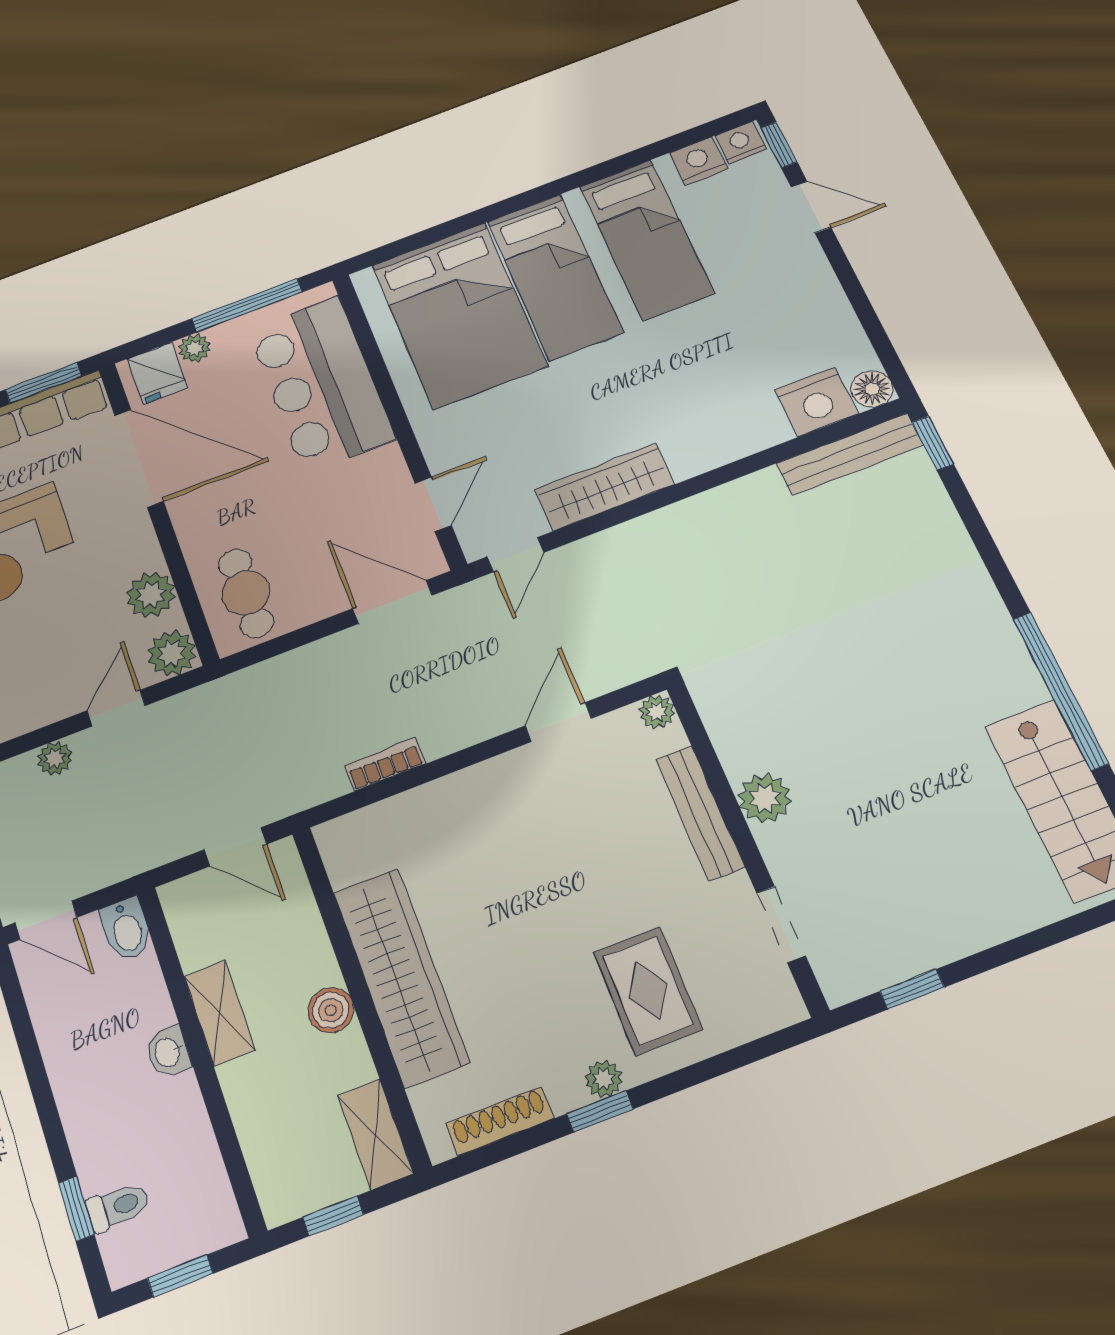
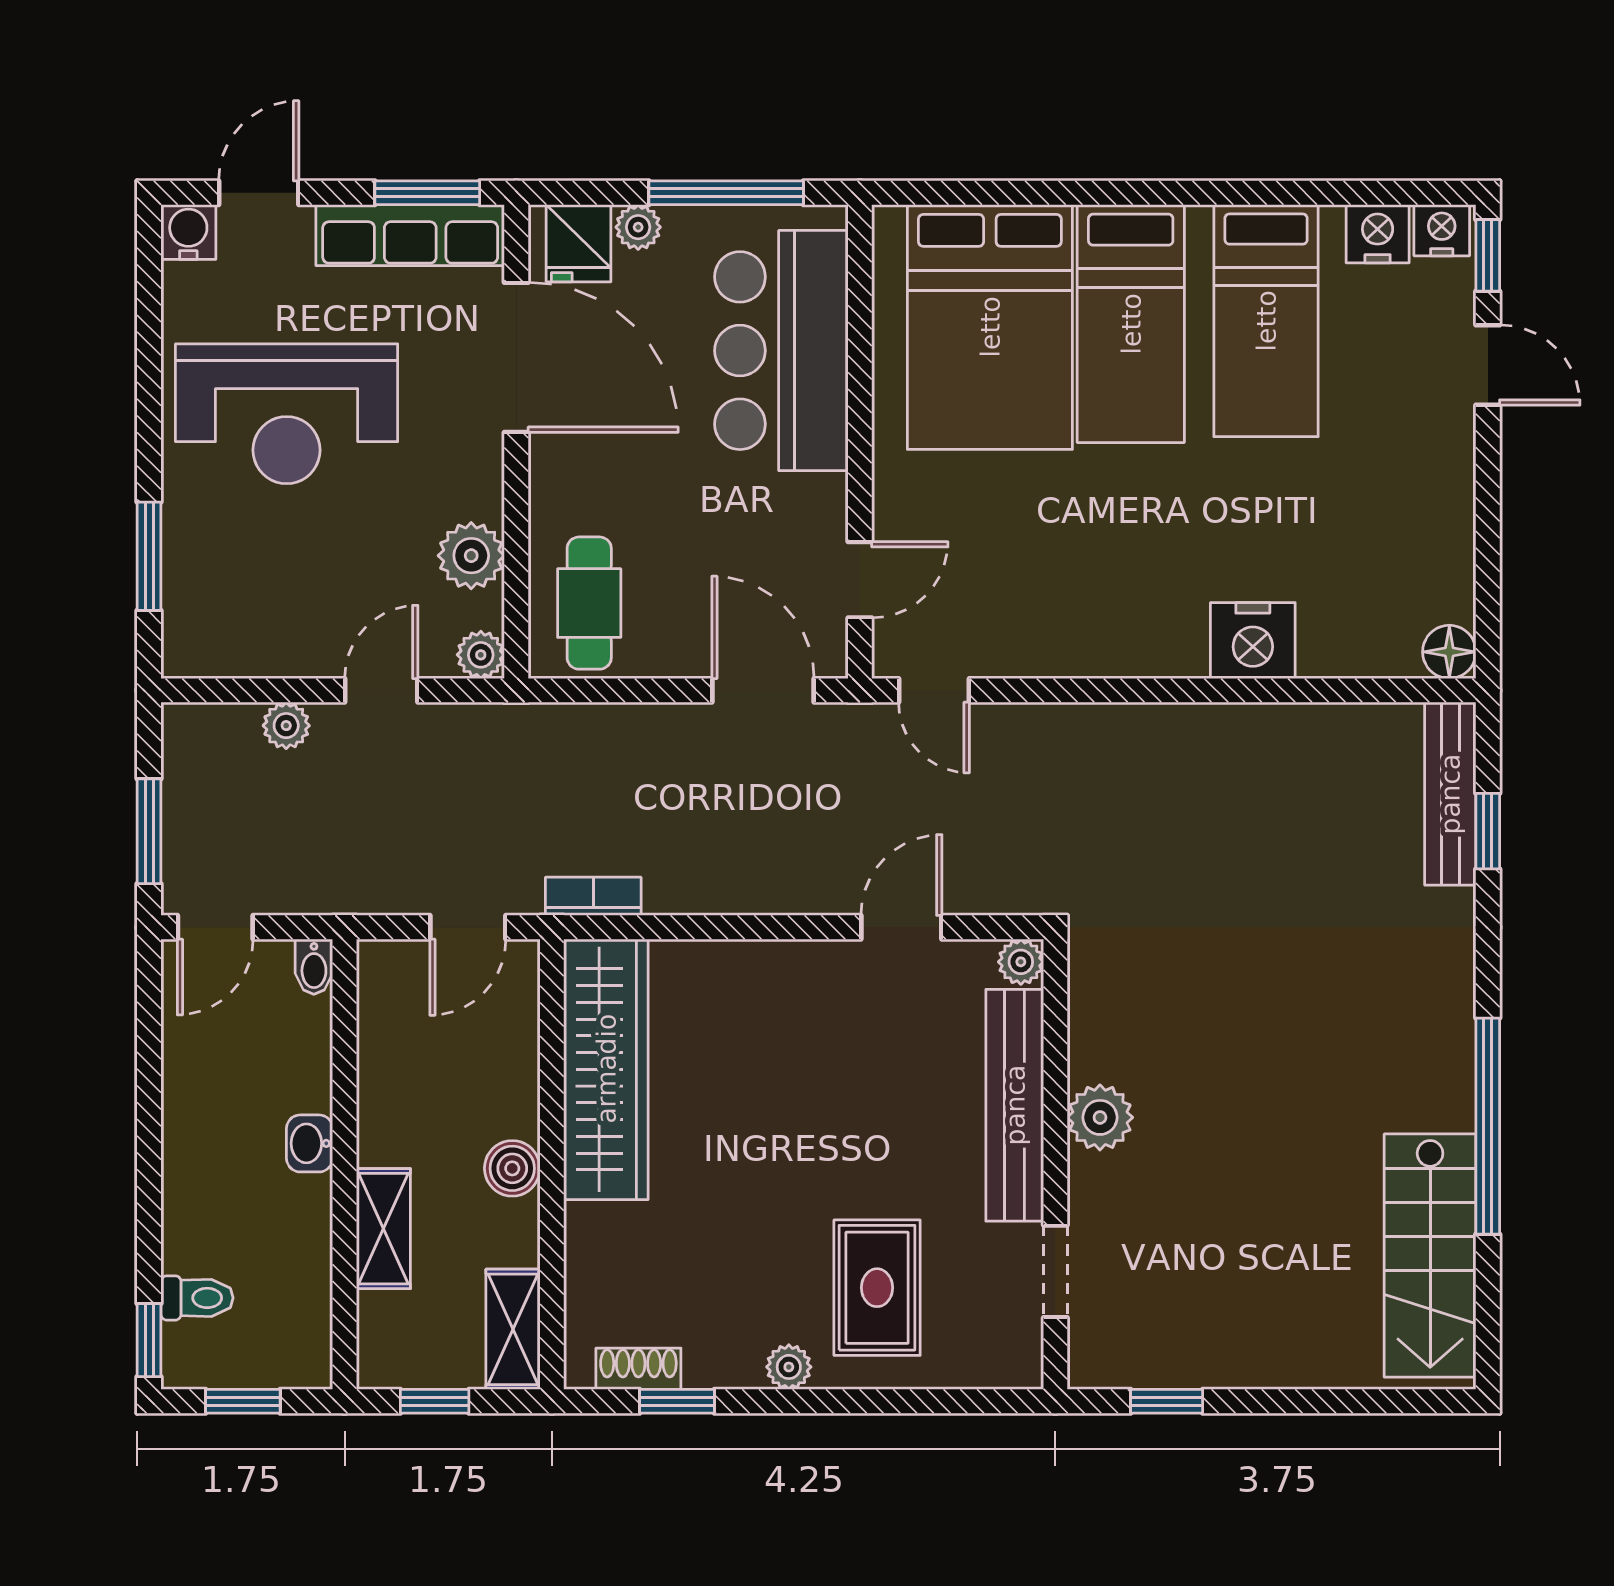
nightstand: (816, 402) -> (1253, 641), moved
window: (933, 443) -> (1488, 831), moved
bench: (850, 454) -> (1450, 794), moved, turned 90
wardrobe: (605, 487) -> (1076, 646), removed
door: (515, 555) -> (934, 690), hinge flipped
plant: (172, 653) -> (481, 655), width x0.73, depth x0.73
bookcase: (385, 764) -> (593, 896), moved
bench: (700, 813) -> (1015, 1105), width x1.37, depth x1.21
door: (235, 847) -> (468, 927), hinge flipped
door: (46, 920) -> (215, 927), hinge flipped
bidet: (126, 929) -> (314, 967), width x0.72, depth x0.74
wardrobe: (401, 977) -> (606, 1069), moved
shelving: (219, 1013) -> (383, 1229), moved
window: (600, 1111) -> (677, 1401), moved
shoe rack: (500, 1121) -> (638, 1369), width x0.70
window: (76, 1209) -> (149, 1340), moved

